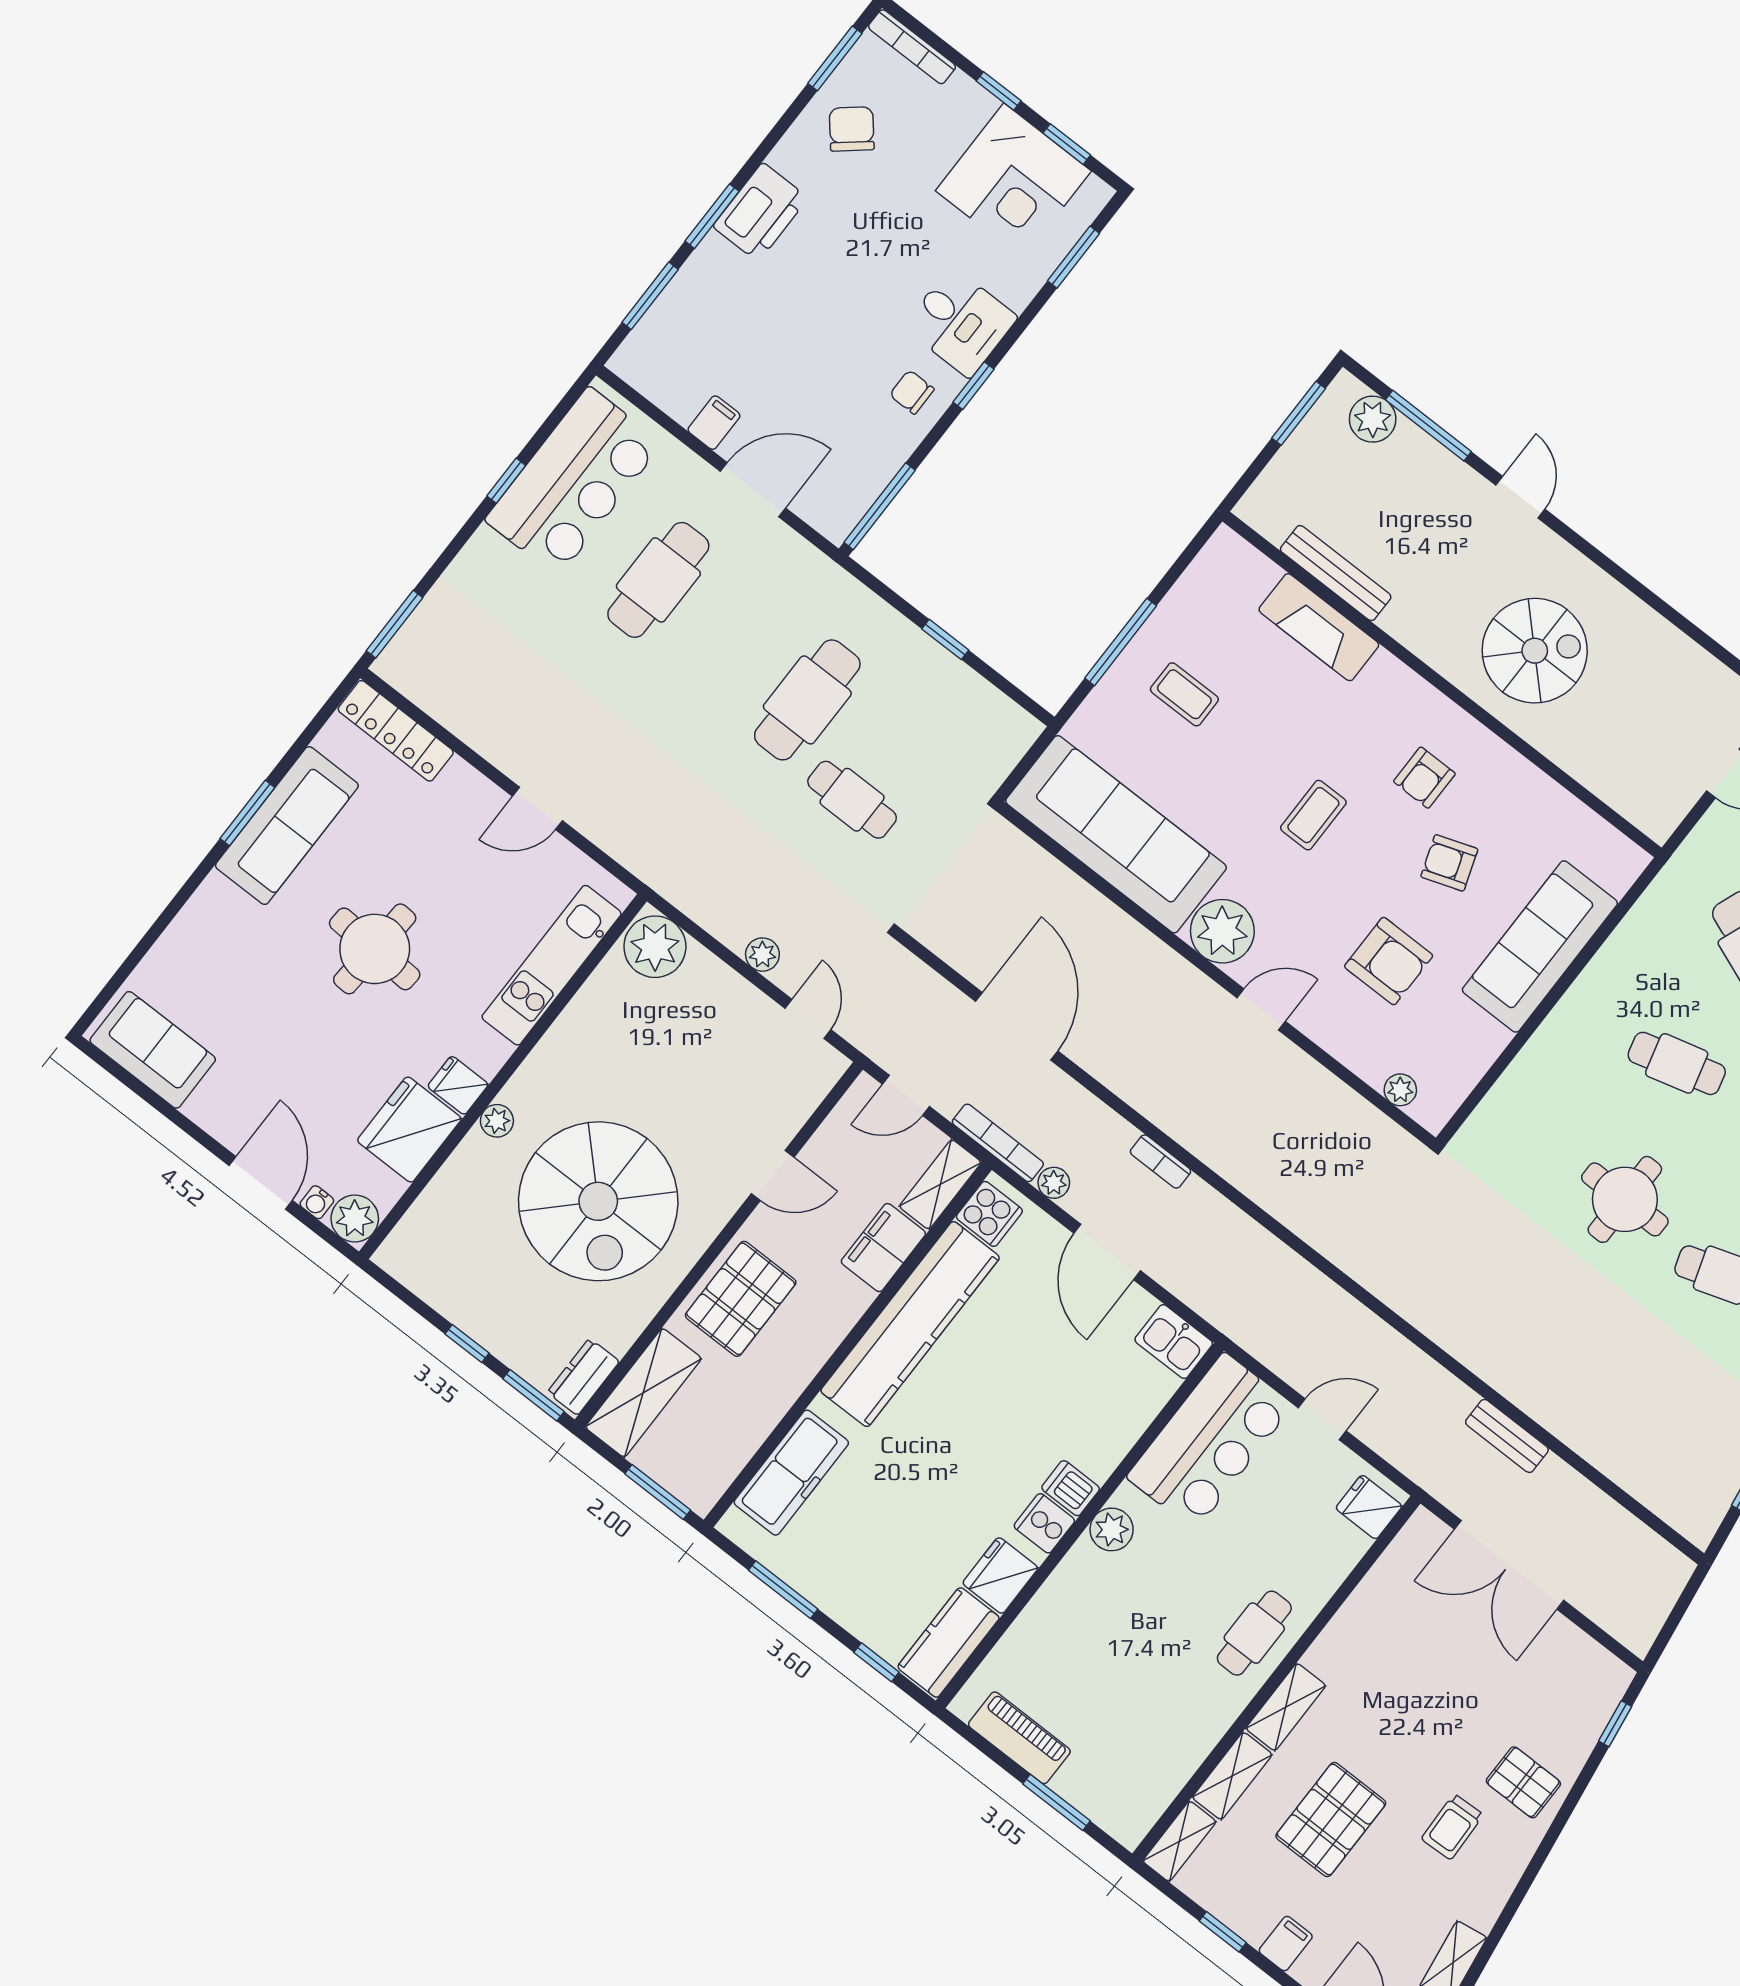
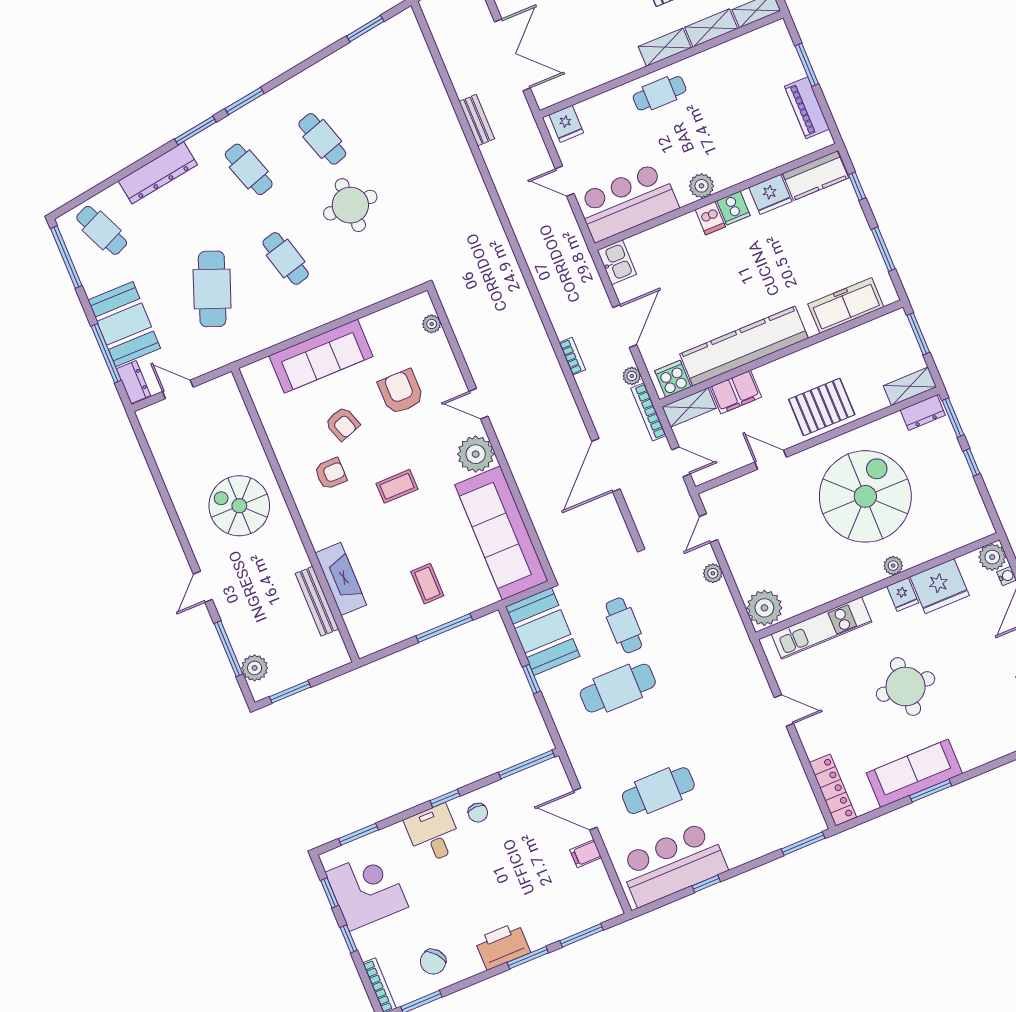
booth: (969, 721) -> (543, 631), added
shelving: (643, 1393) -> (910, 386), width x0.67, depth x0.75

